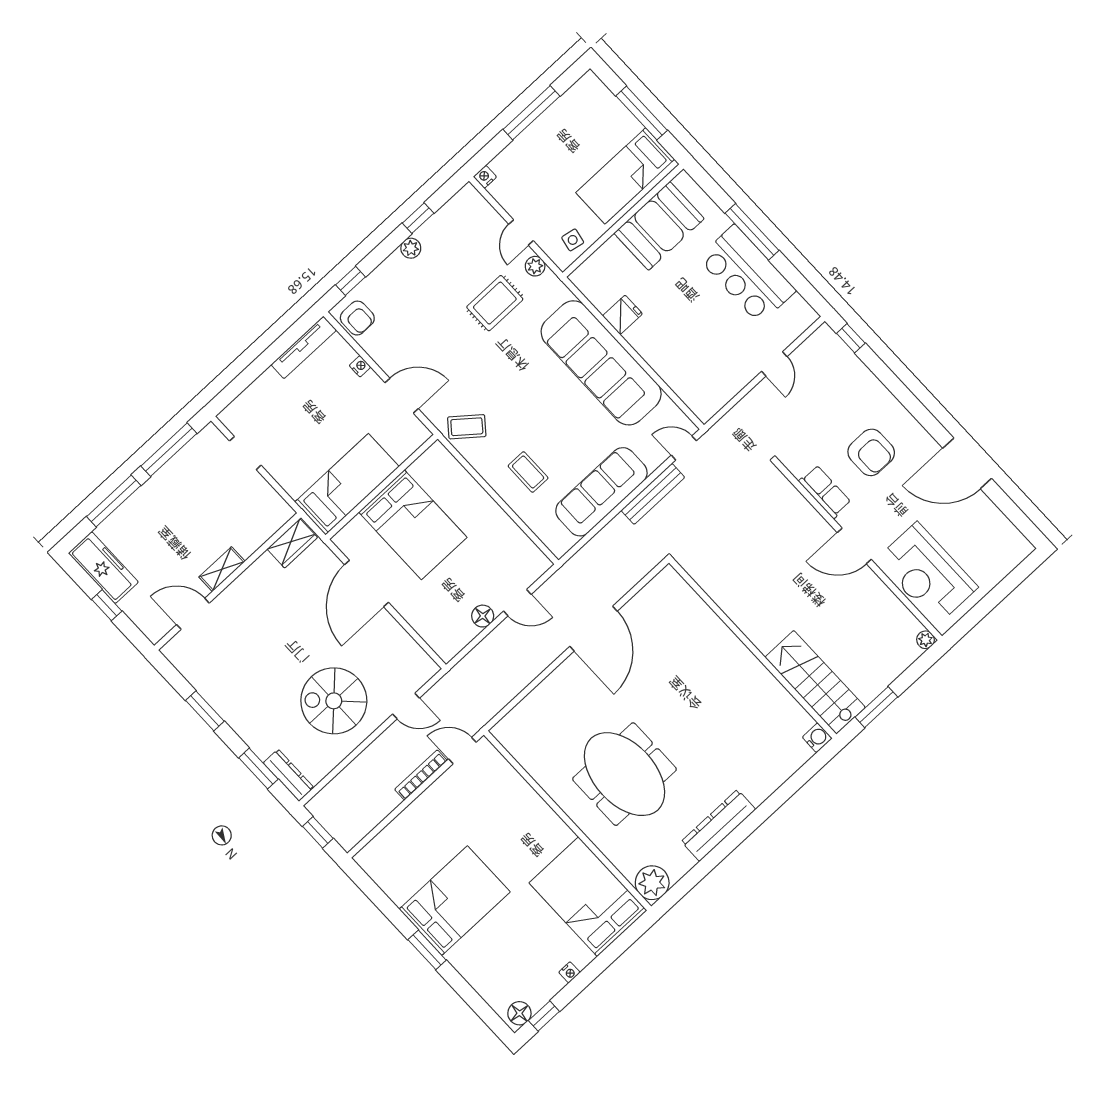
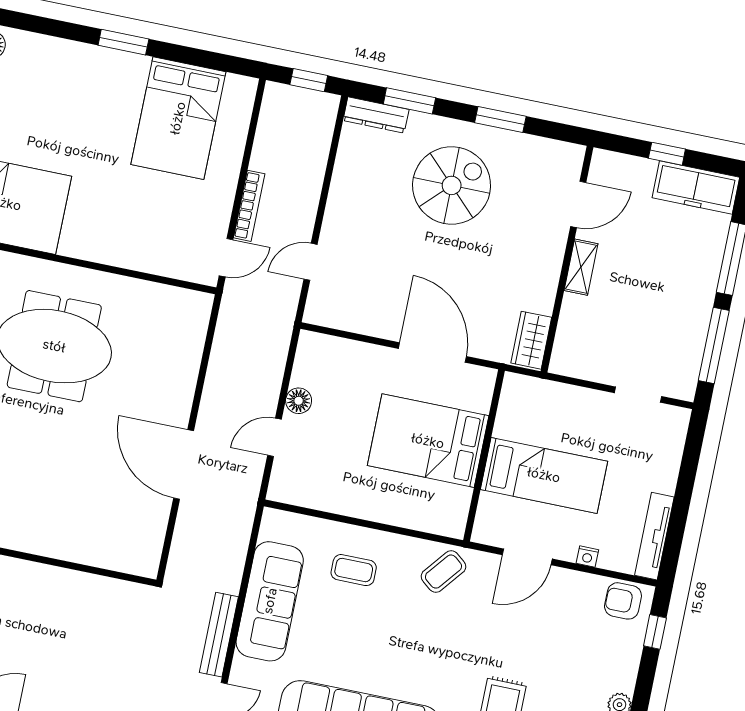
bed: (347, 484) -> (544, 475), moved, turned -90
spiral stairs: (334, 701) -> (452, 185), moved
bed: (455, 901) -> (178, 118), moved

